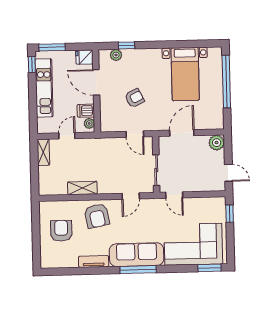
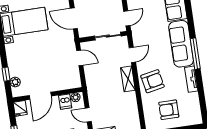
armchair: (134, 98) -> (49, 62), removed
door: (135, 134) -> (80, 58), hinge flipped
shelving: (82, 188) -> (128, 79), moved
door: (131, 196) -> (132, 55), hinge flipped
window: (138, 270) -> (195, 54), moved

